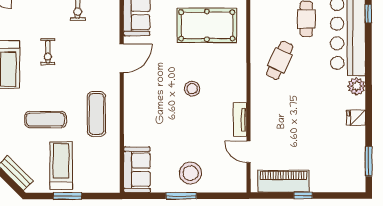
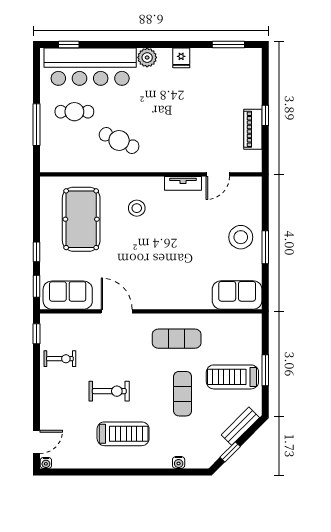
exercise bike: (48, 52) -> (109, 391), width x1.38, depth x1.39
stool: (192, 89) -> (137, 208), moved
piano: (283, 181) -> (253, 129), width x0.73, depth x0.75

